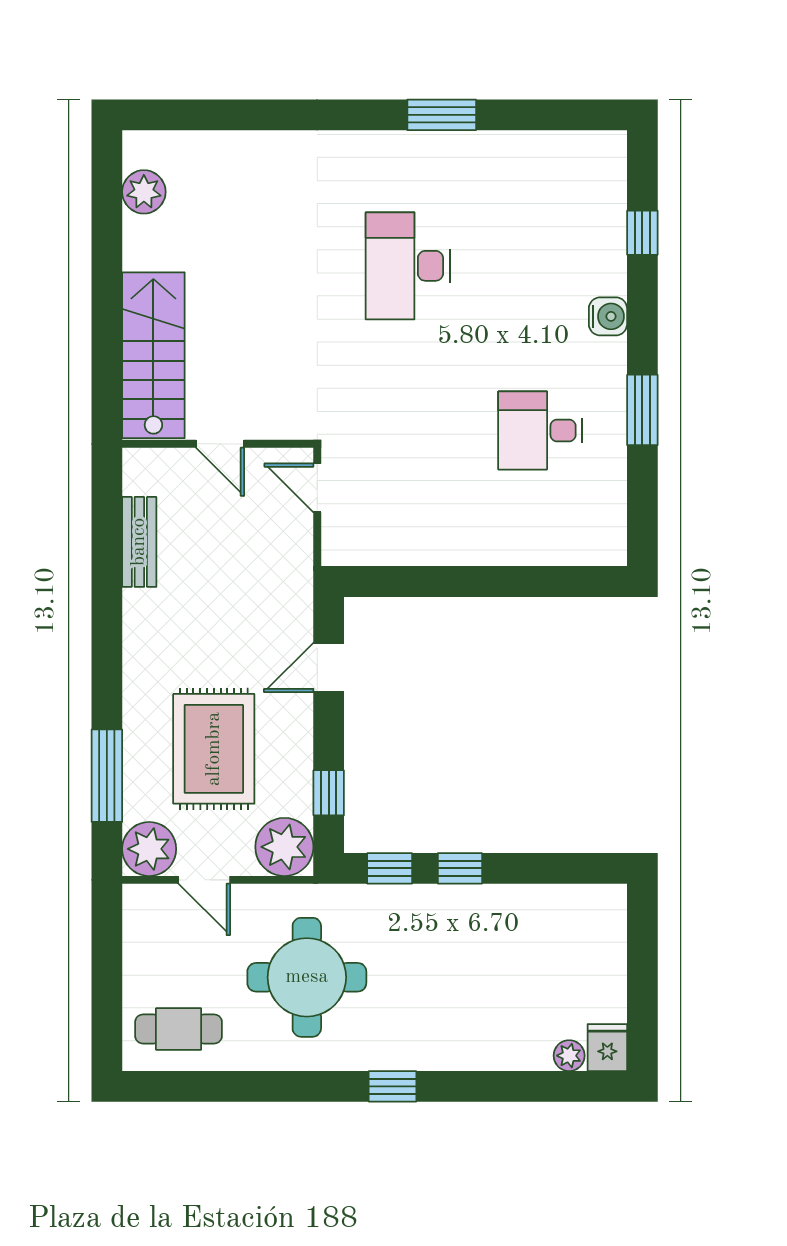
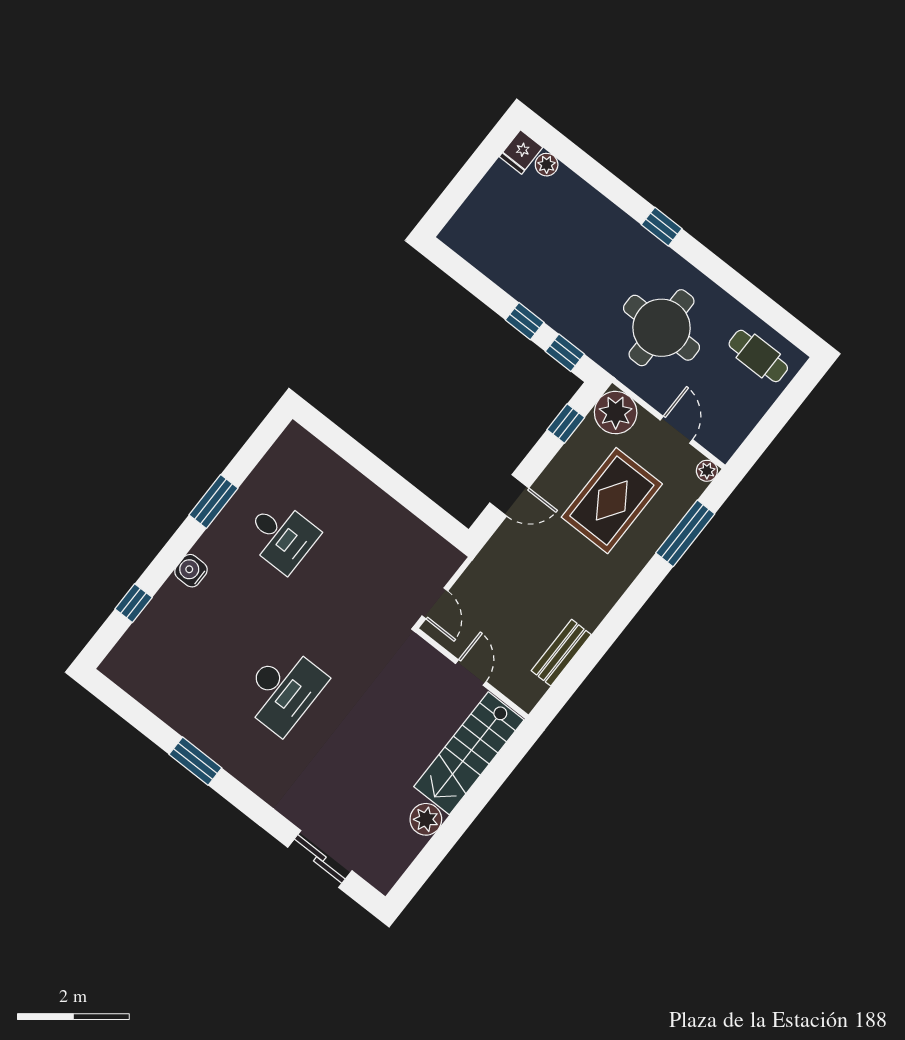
sliding door: (225, 115) -> (320, 859), added
plant: (144, 192) -> (426, 819), moved
plant: (149, 849) -> (707, 471), width x0.53, depth x0.53

